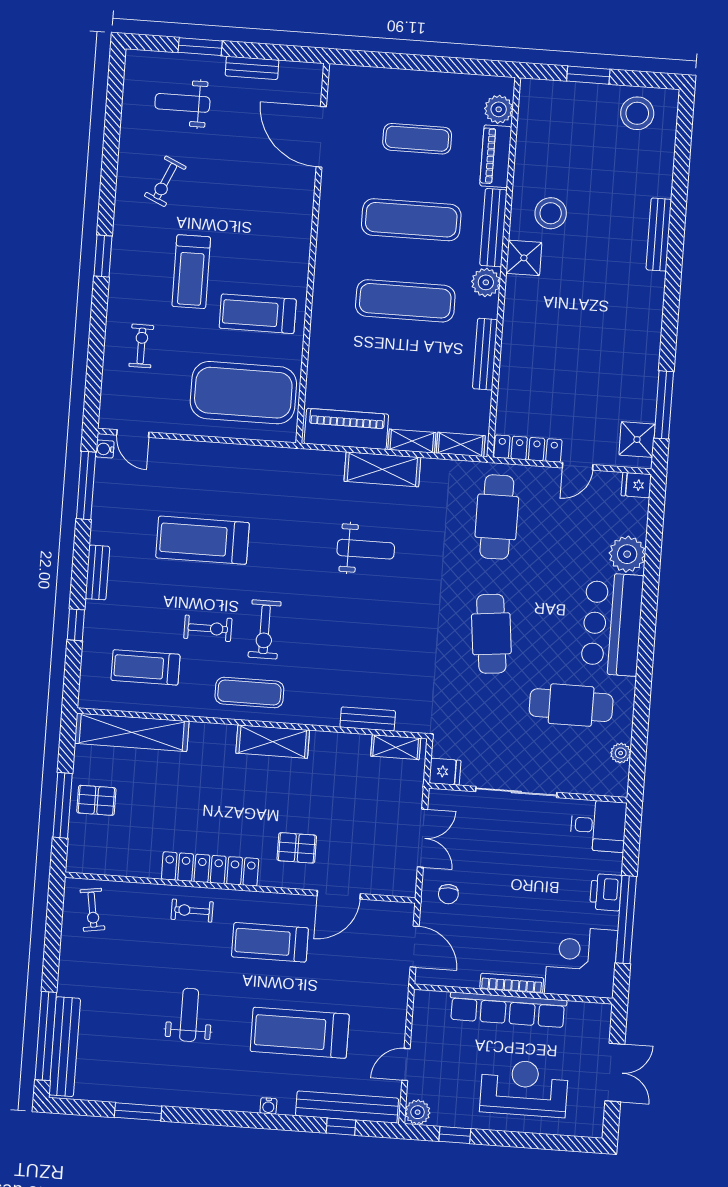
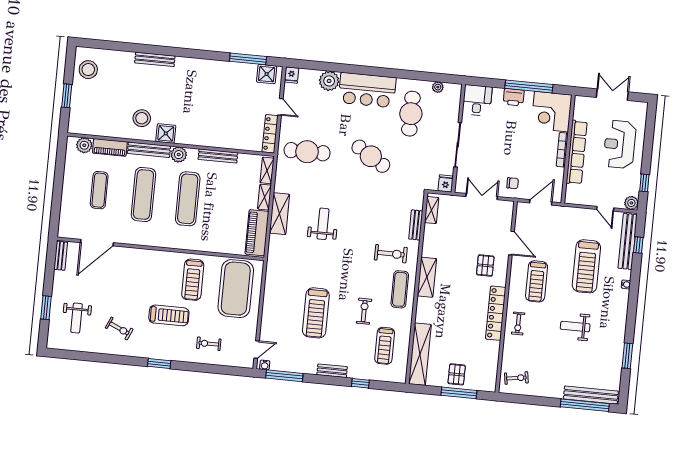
bench: (252, 68) -> (61, 256), moved
exercise bike: (265, 629) -> (391, 254), moved
cafe table: (491, 634) -> (371, 156), turned 38

